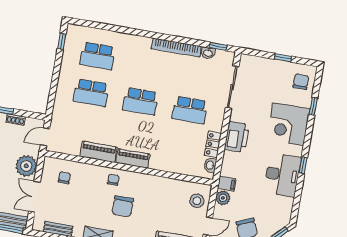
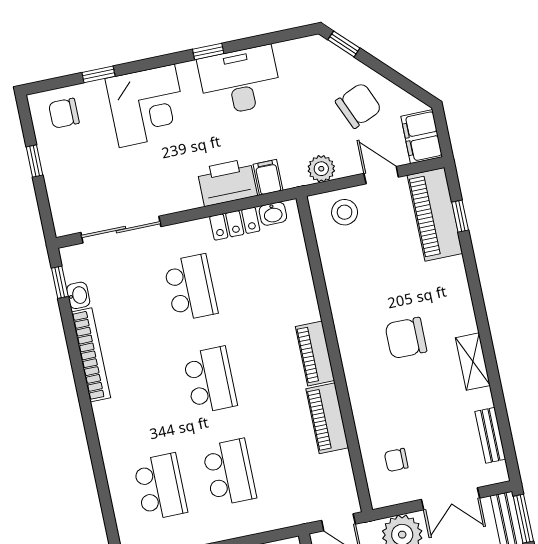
printer: (237, 137) -> (227, 182), moved
chair: (113, 180) -> (366, 373), removed
filing cabinet: (227, 184) -> (268, 177), moved
chair: (123, 206) -> (406, 338), turned 180

